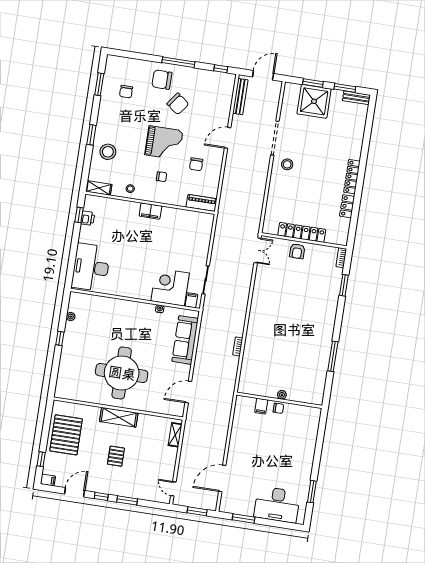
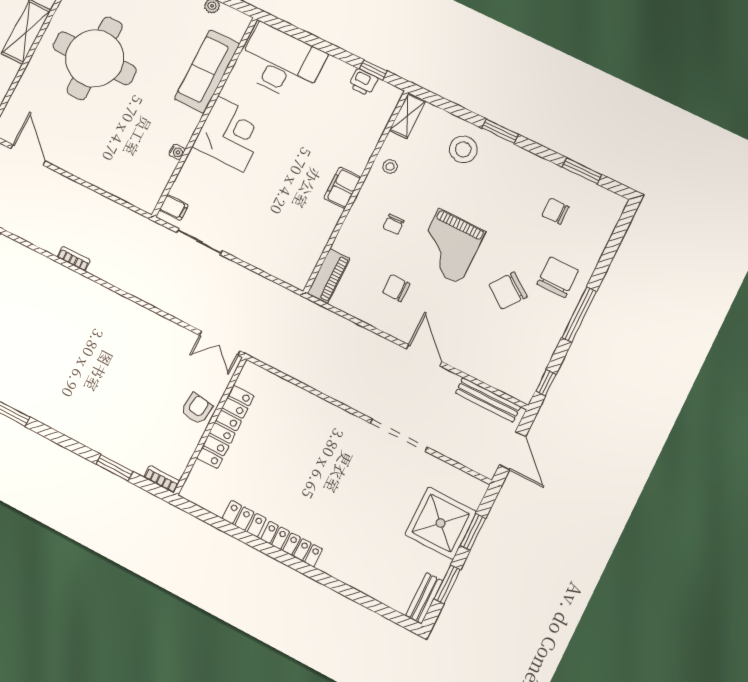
stool: (287, 164) -> (347, 441), removed
armchair: (297, 251) -> (197, 409), turned 97
corner desk: (170, 287) -> (230, 134), moved
sofa: (185, 340) -> (207, 71), moved, turned -90

